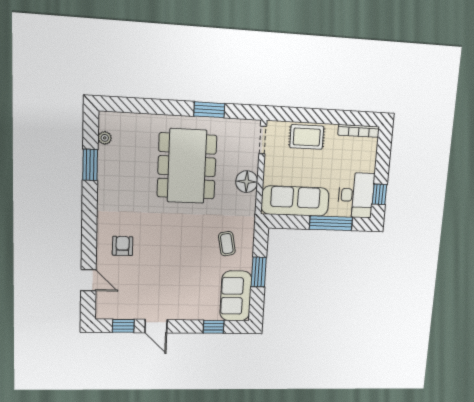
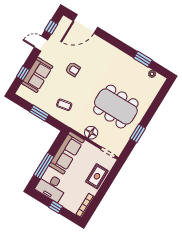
window: (379, 194) -> (56, 207), moved
armchair: (123, 246) -> (73, 69), moved
door: (88, 280) -> (85, 24), width x1.88
sofa: (236, 296) -> (37, 75), moved, turned 90

